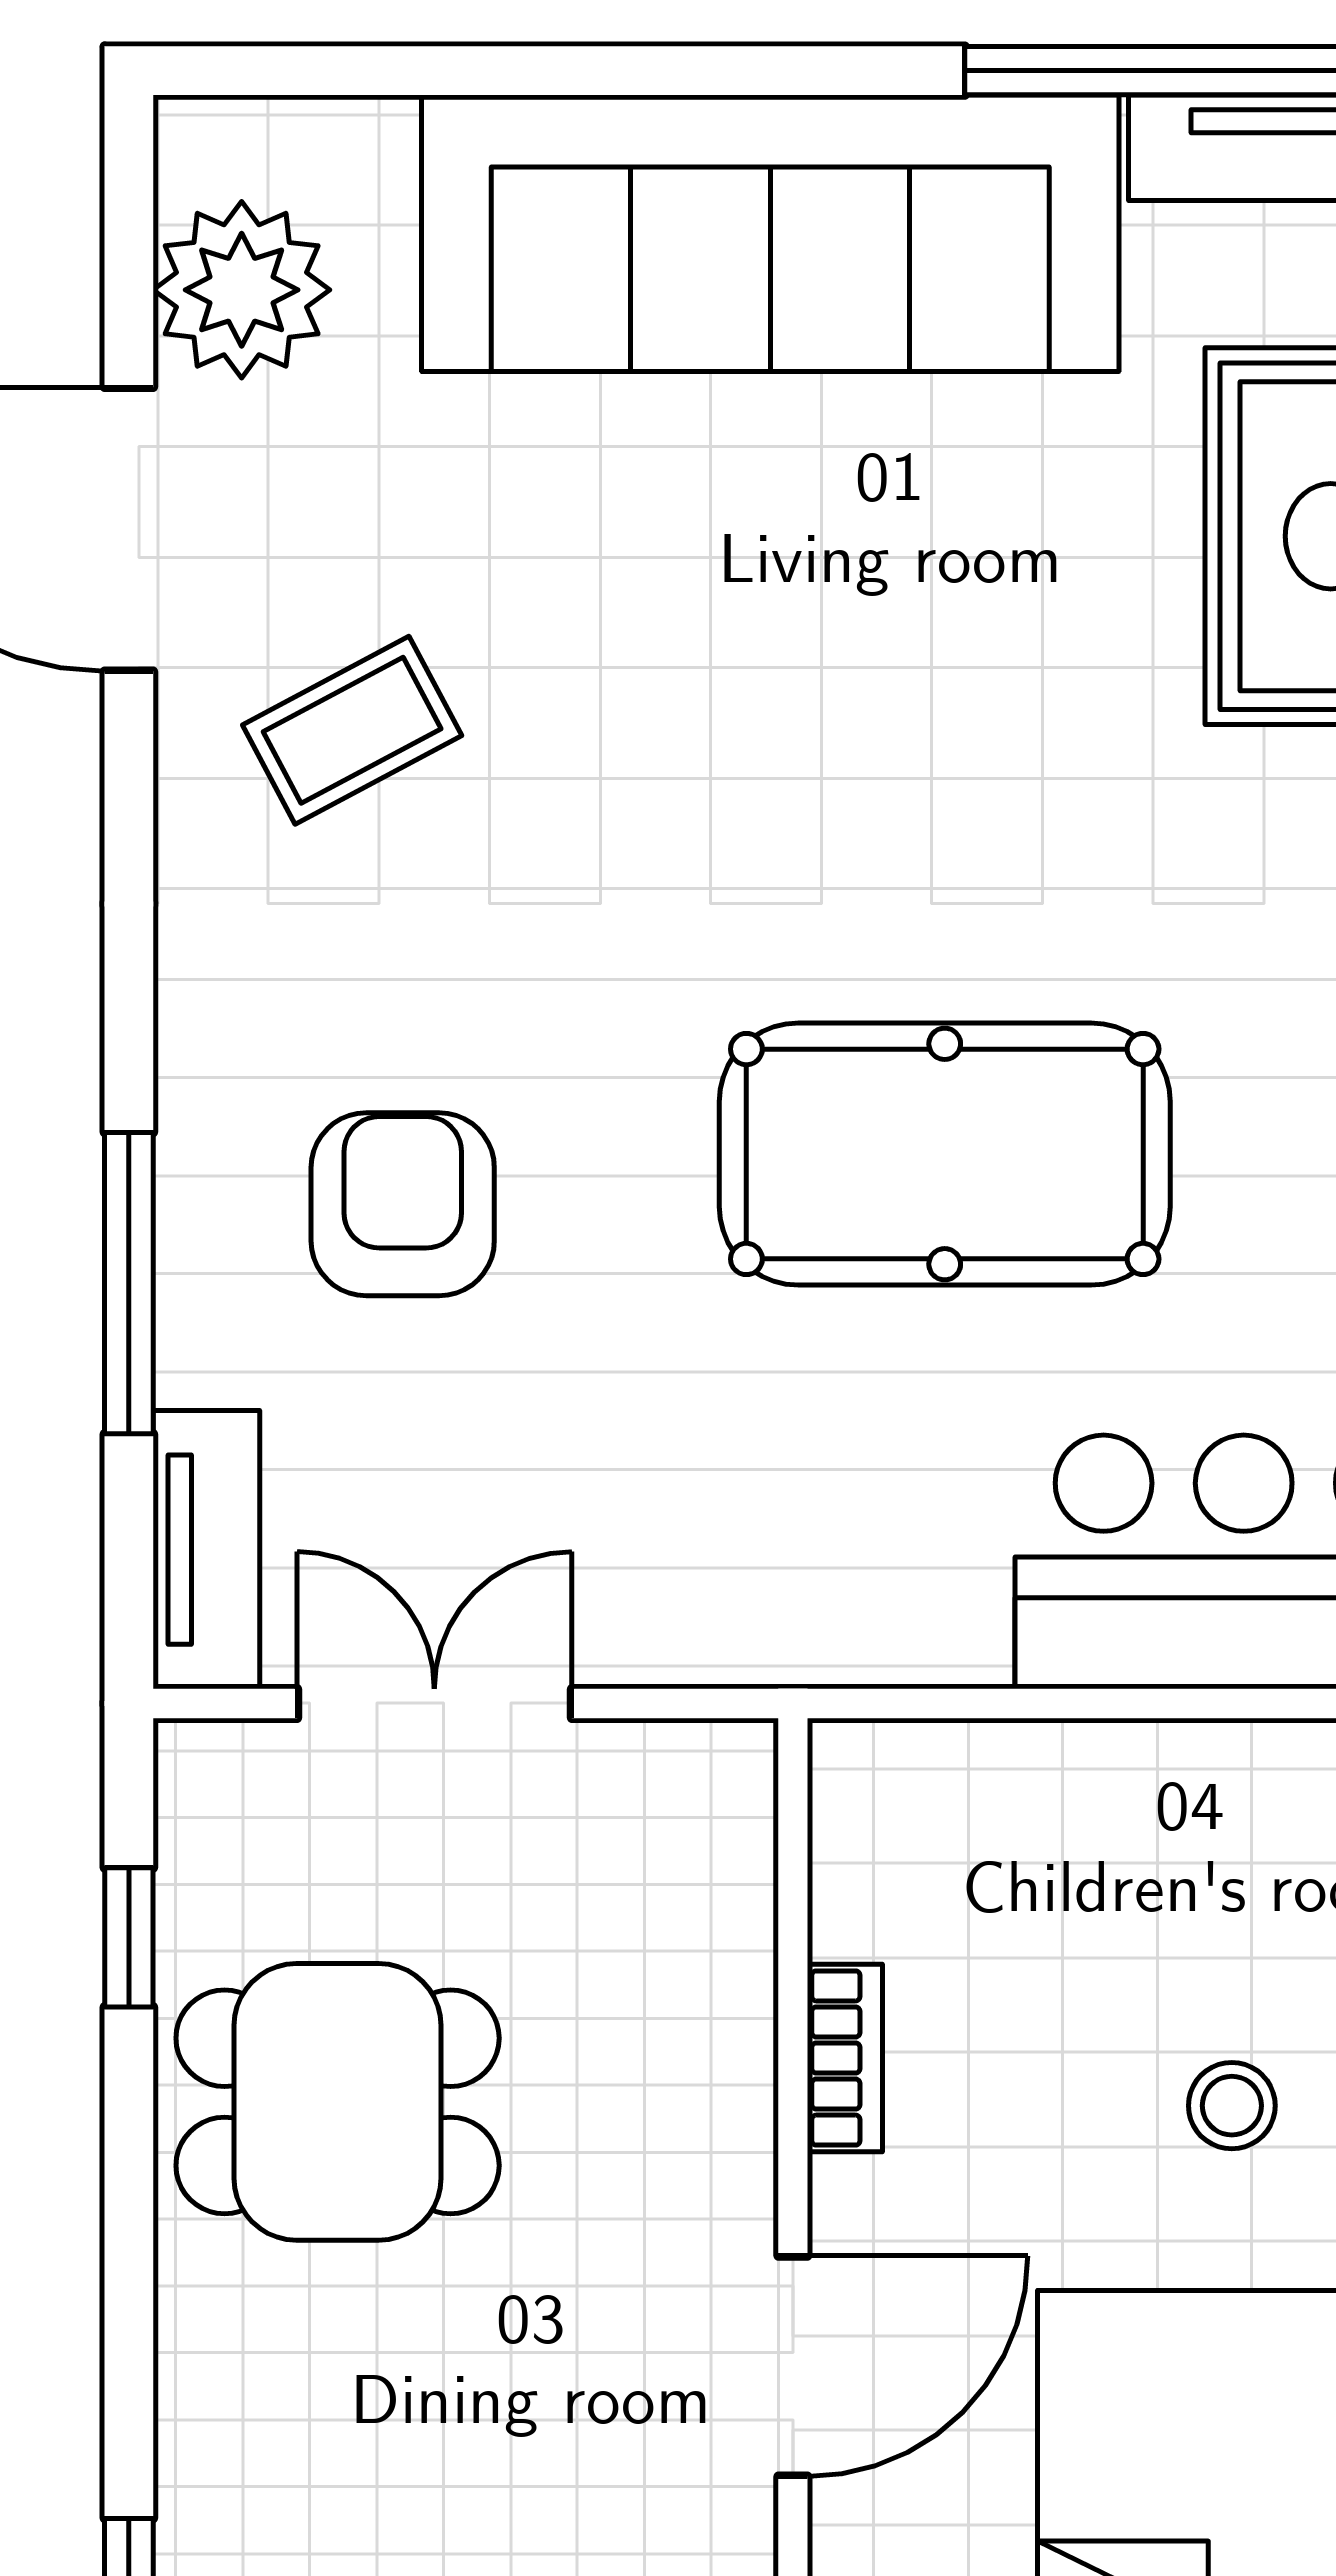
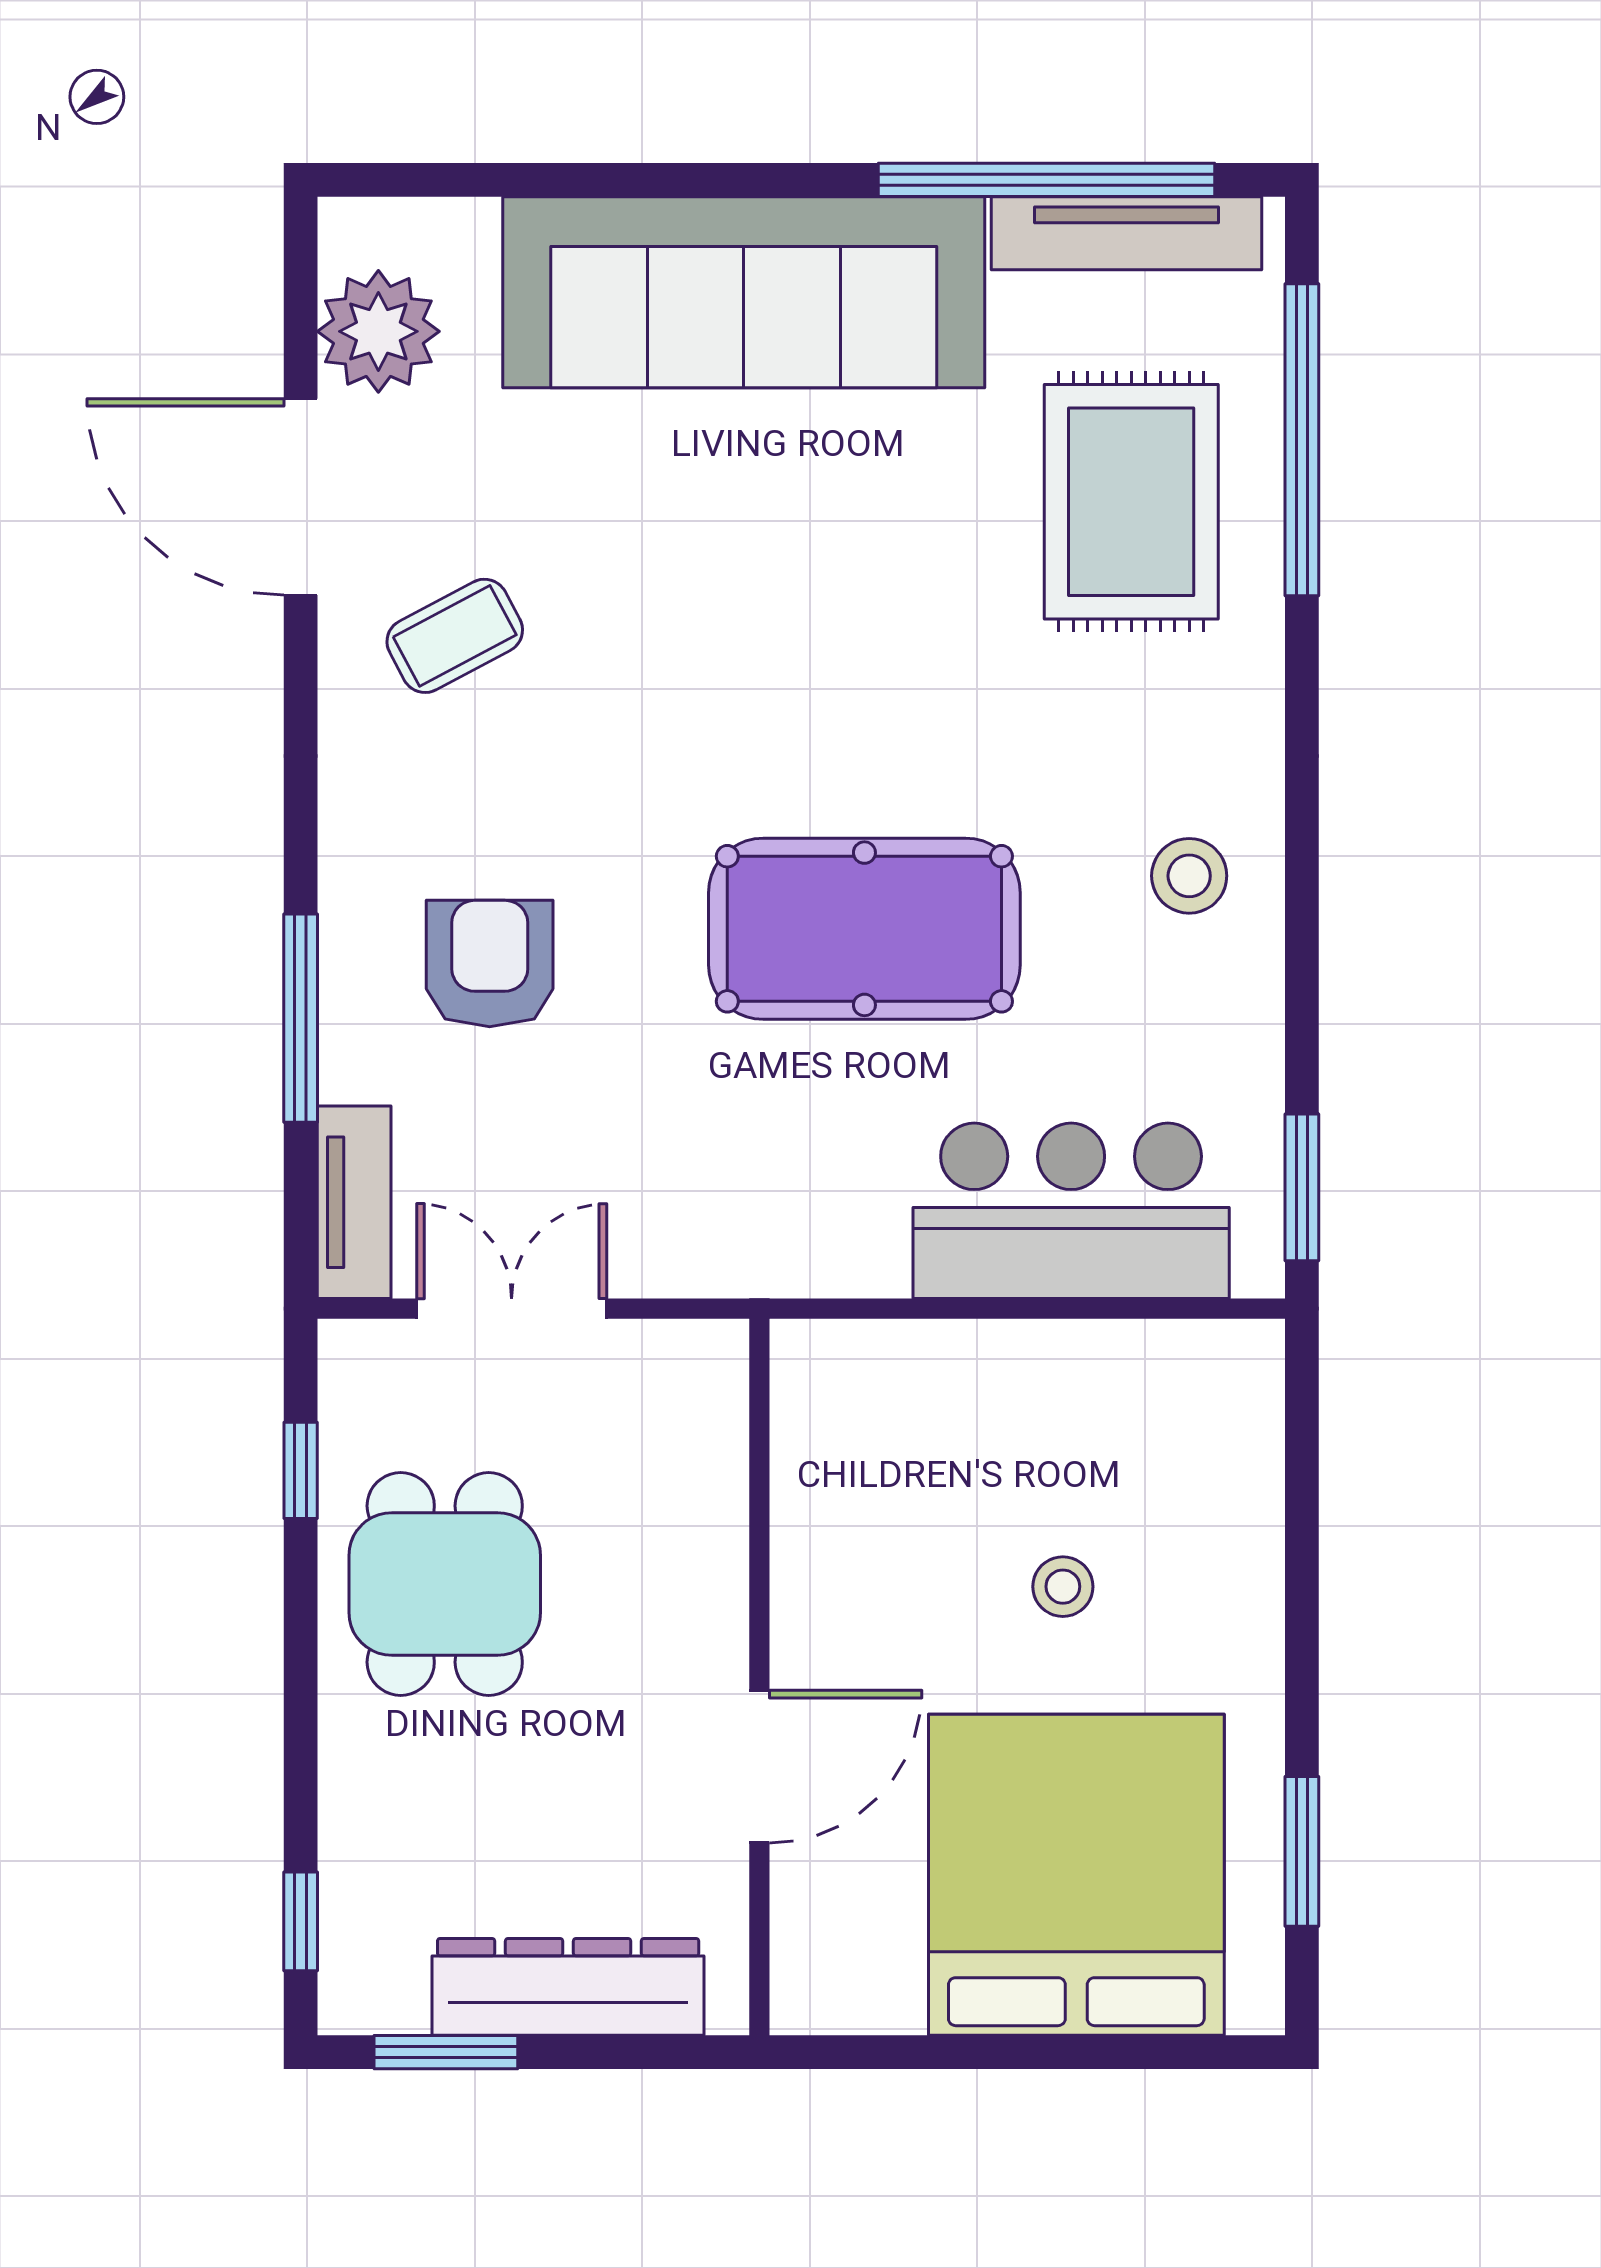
bookcase: (845, 2058) -> (795, 1554), removed
dining table: (338, 2102) -> (445, 1584), turned 90

